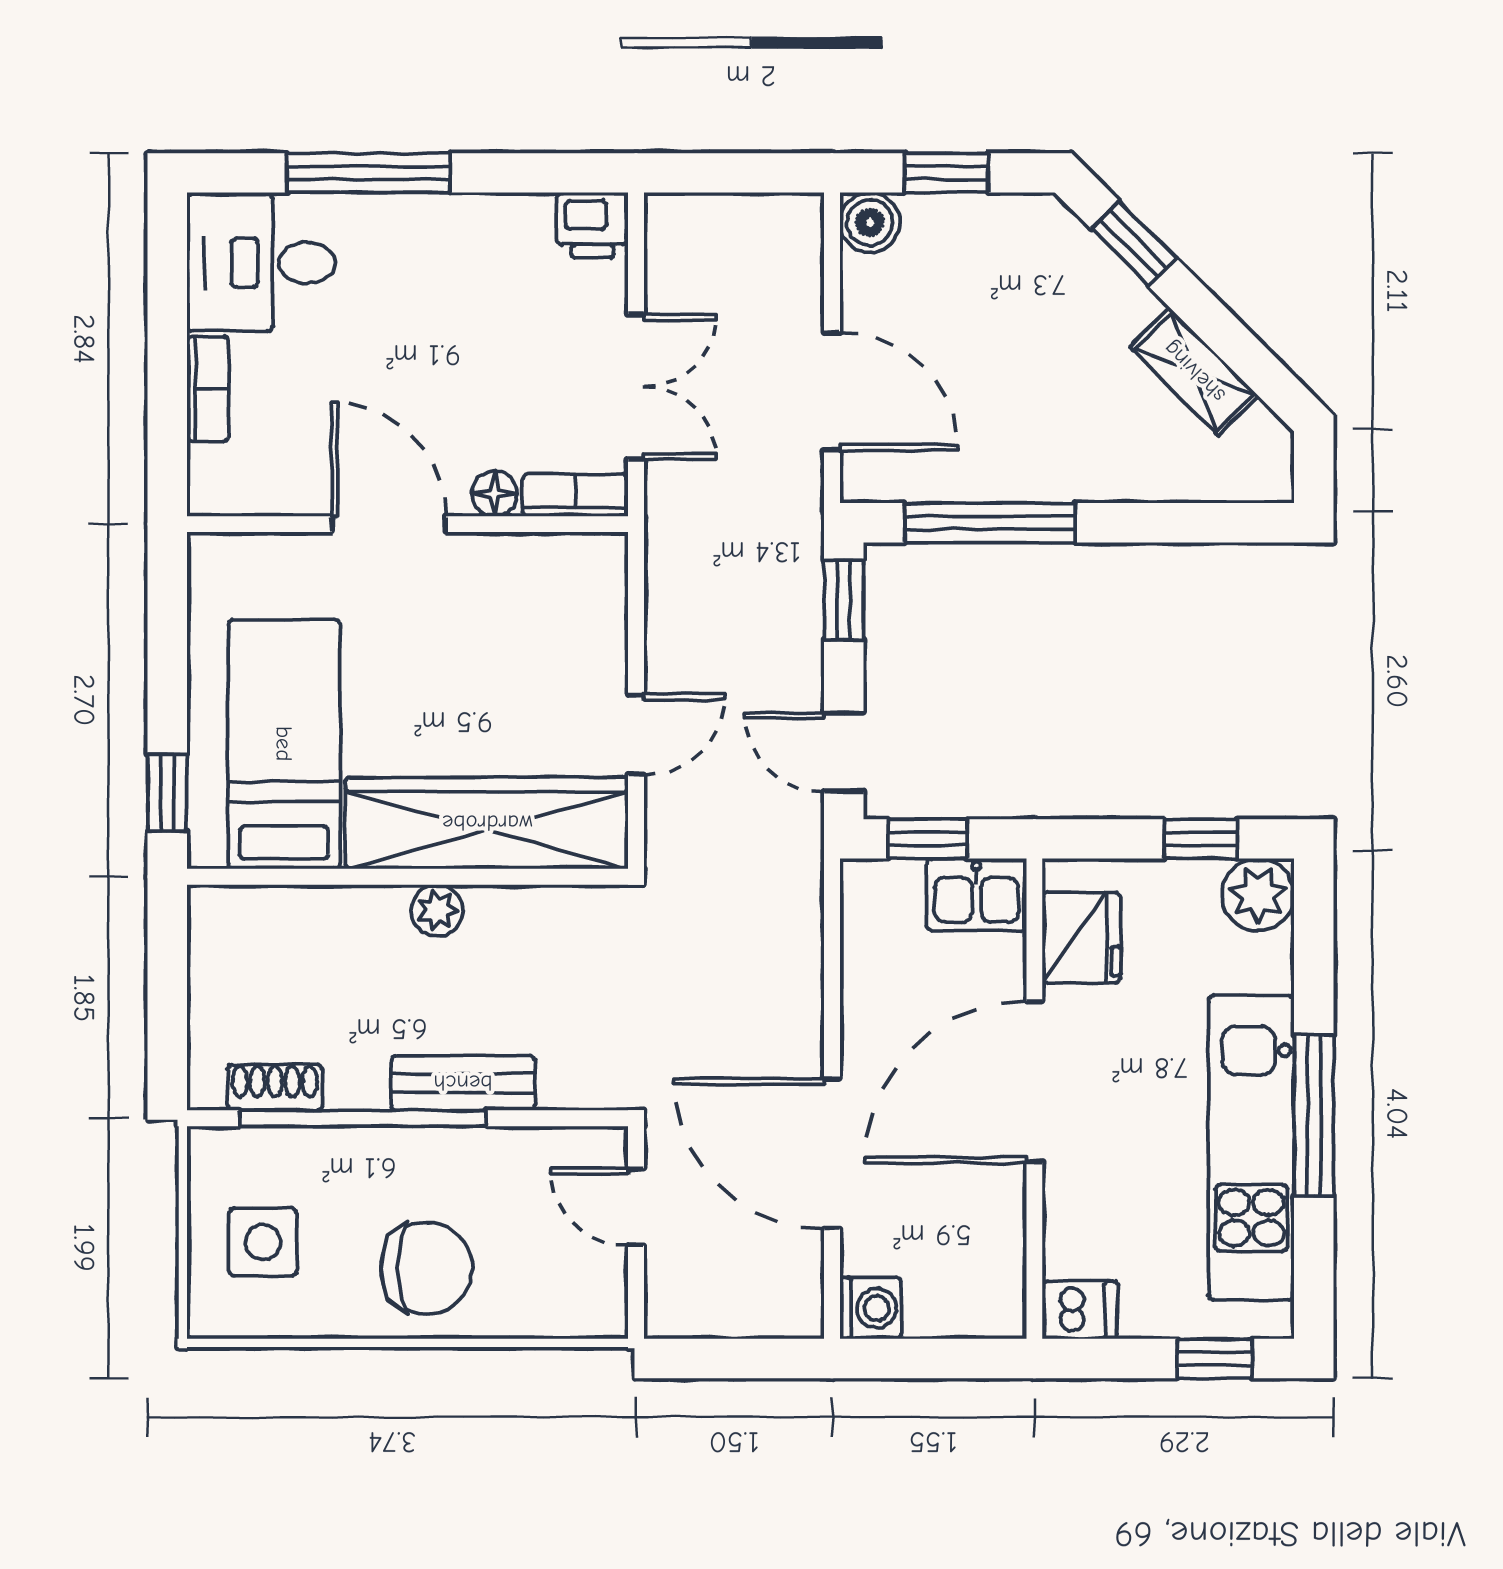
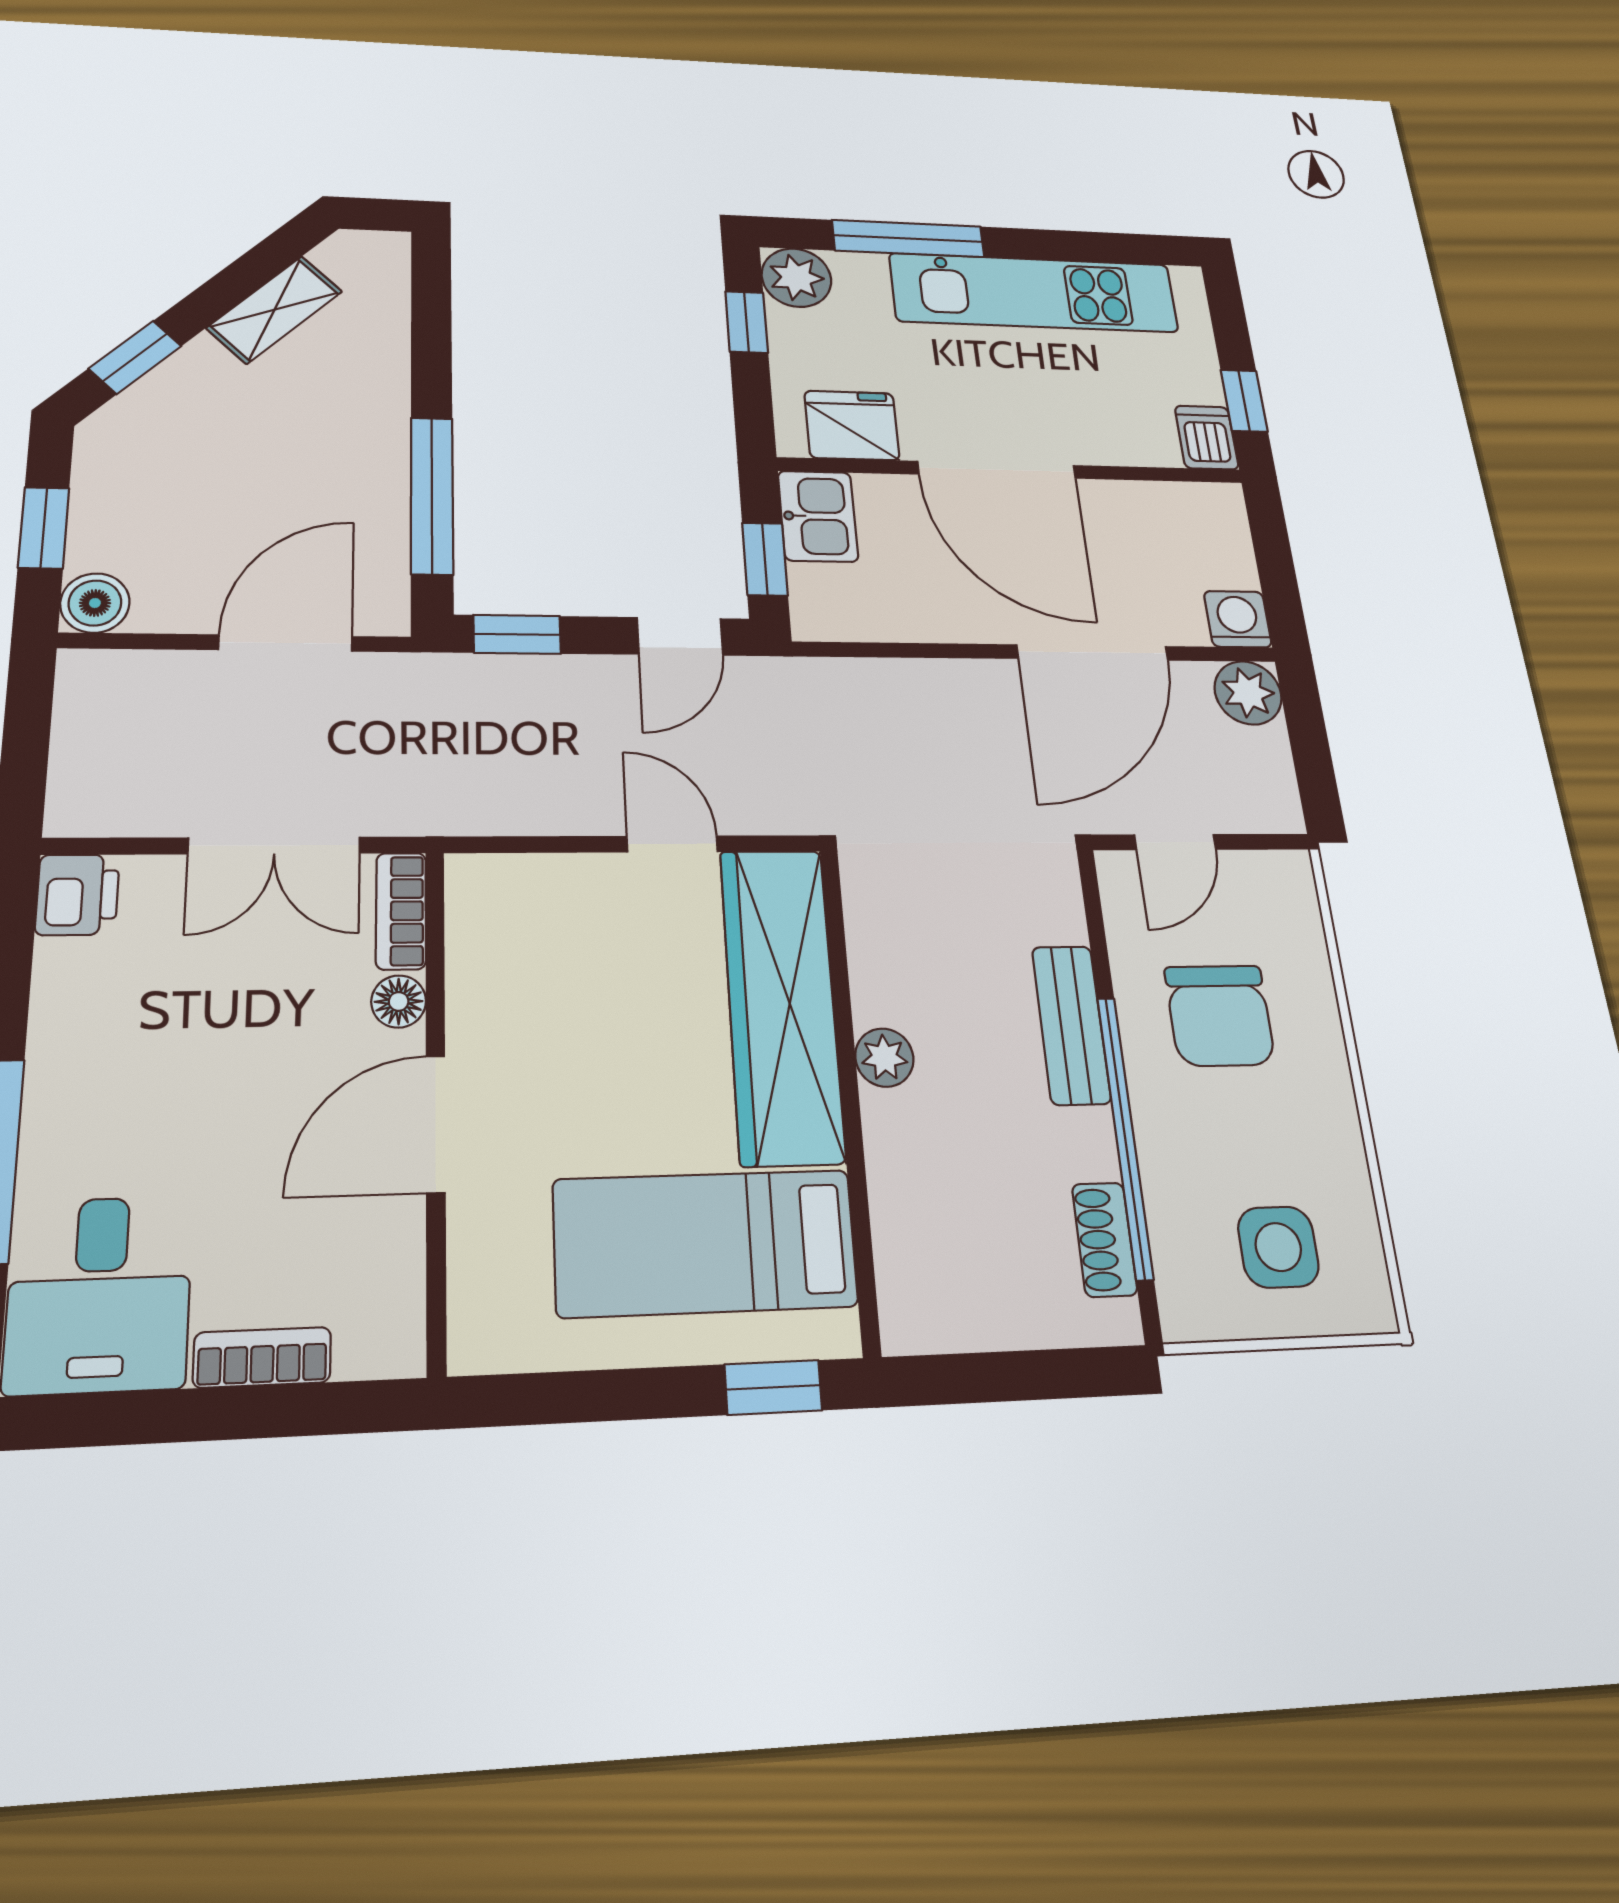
double door: (636, 387) -> (274, 846), swing flipped
window: (1314, 1115) -> (908, 239), moved
chair: (426, 1268) -> (1220, 1016), moved, turned 180
plant: (790, 1305) -> (1248, 693), added
window: (1215, 1359) -> (1244, 401), moved

